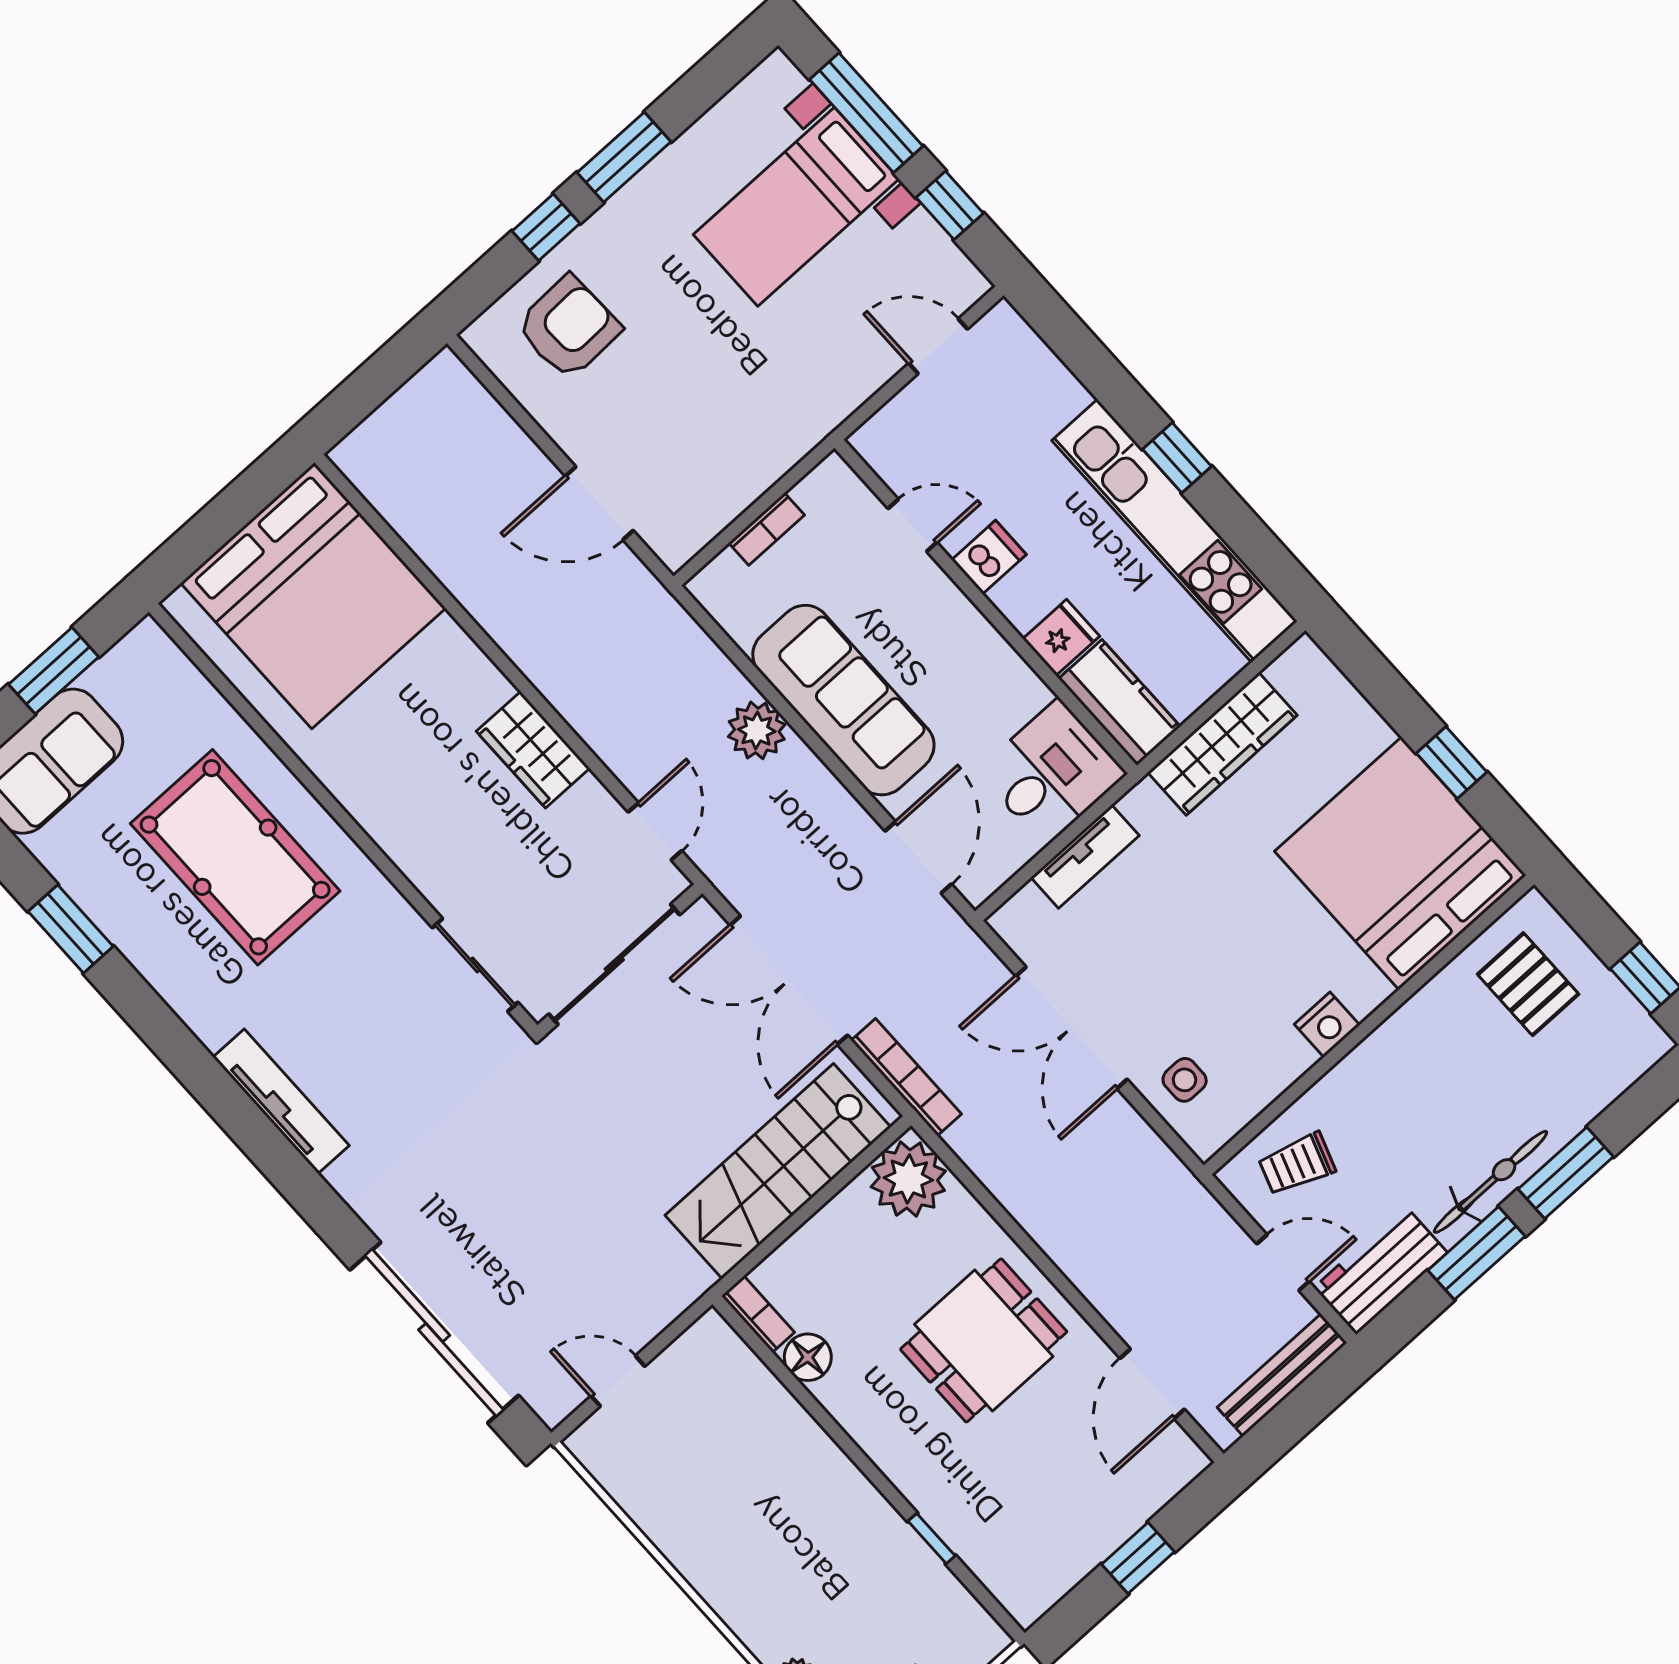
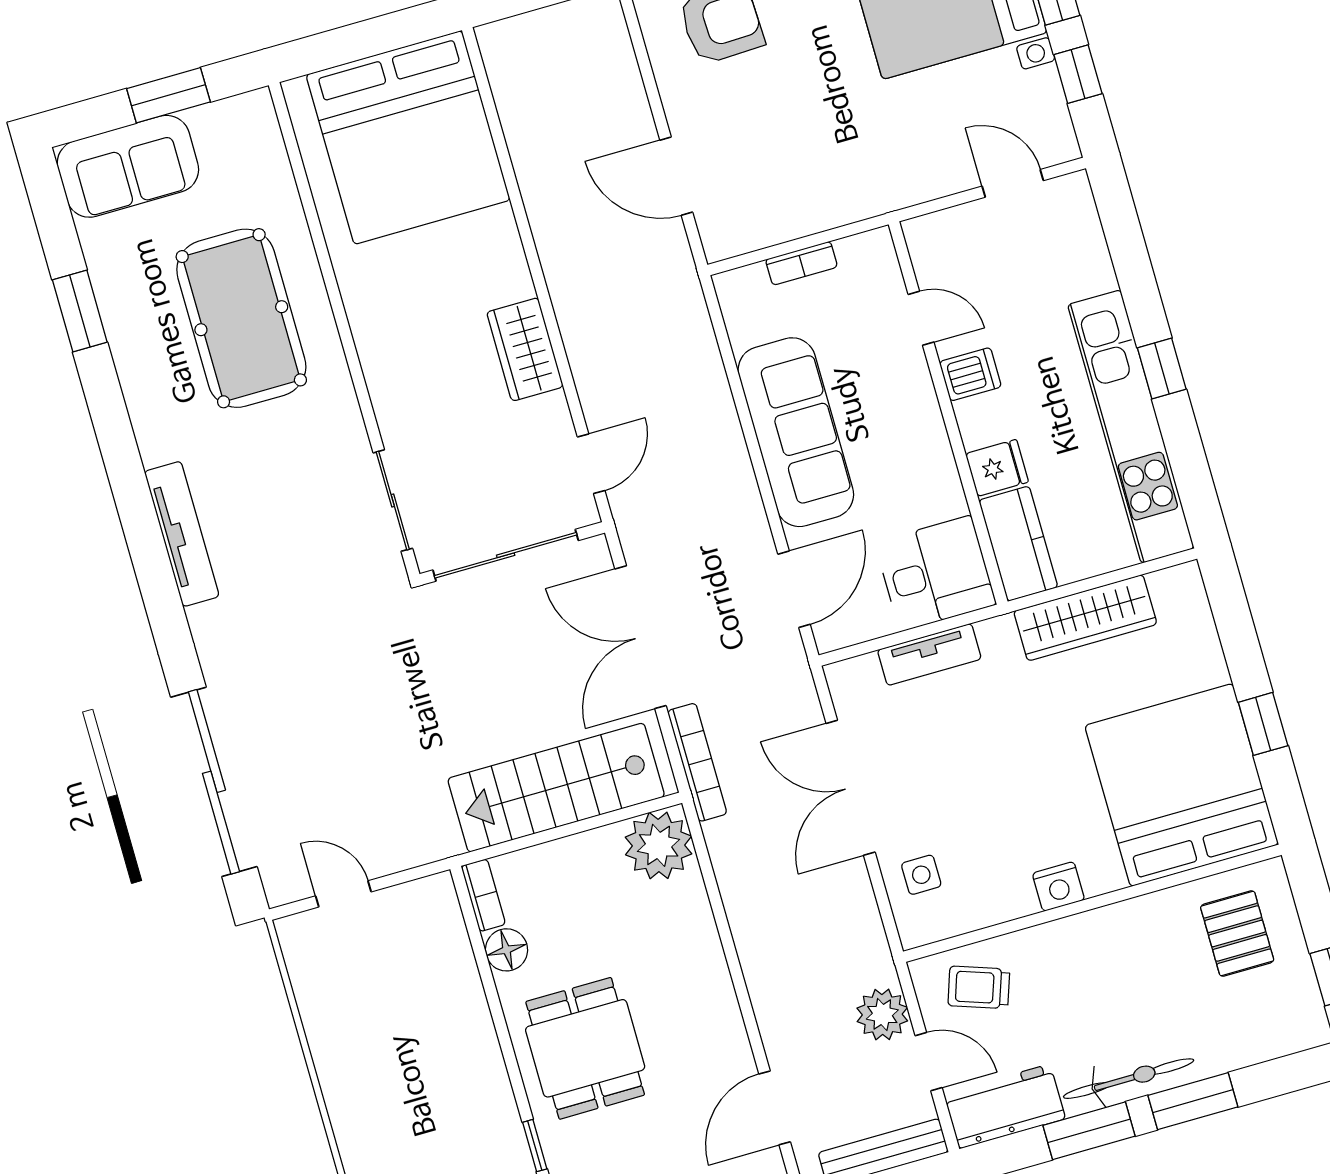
plant: (757, 730) -> (882, 1014), moved
dining table: (984, 1340) -> (585, 1048), moved, turned 90

